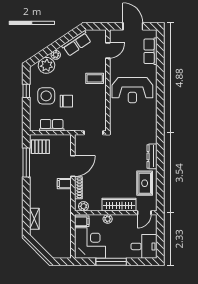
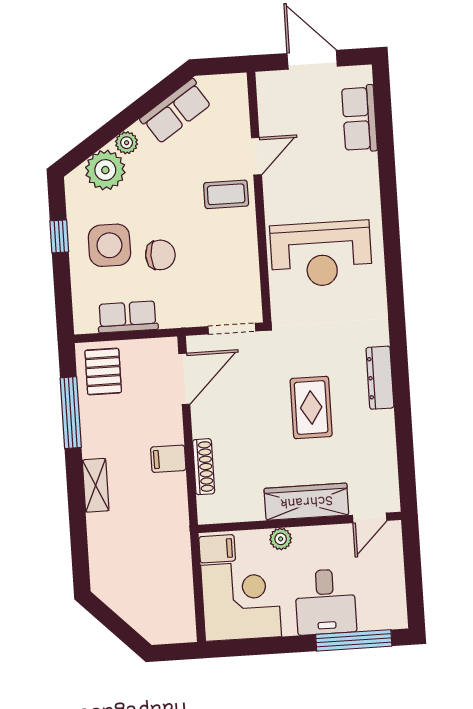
door: (108, 50) -> (256, 156), moved
reception desk: (132, 90) -> (321, 254), moved
pallet: (40, 147) -> (103, 371), turned 90
door: (73, 166) -> (184, 379), moved
rug: (145, 183) -> (311, 408), moved
plant: (83, 206) -> (219, 512), removed
shelving: (34, 219) -> (96, 485), moved
desk: (144, 246) -> (326, 602), moved, turned 90
window: (111, 262) -> (354, 640), moved

